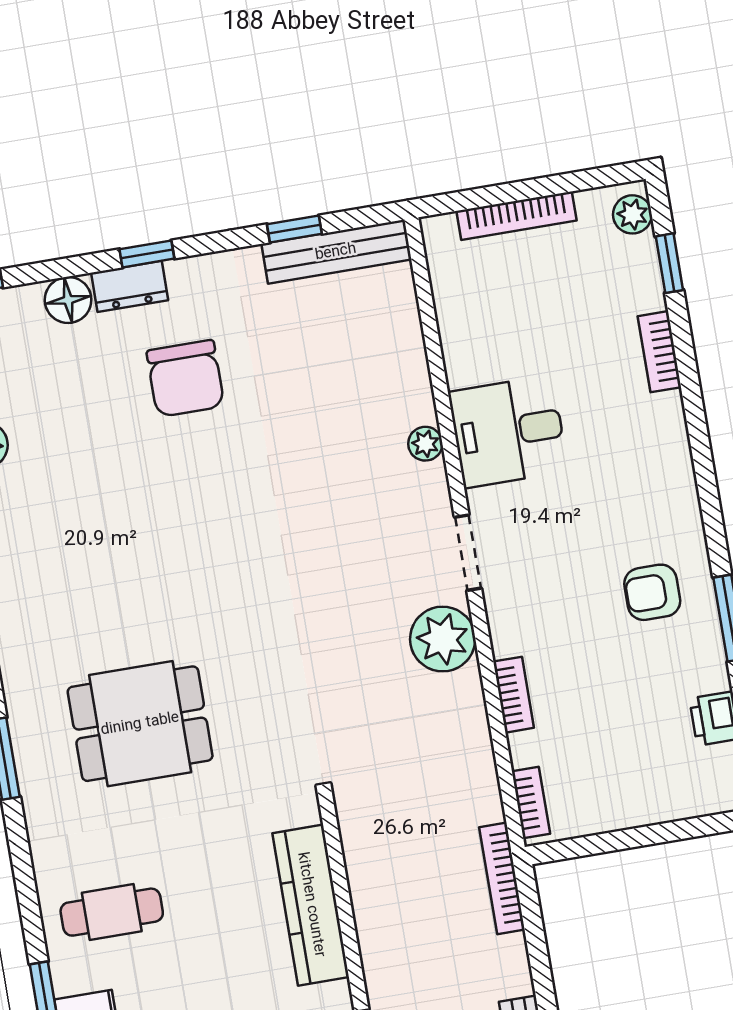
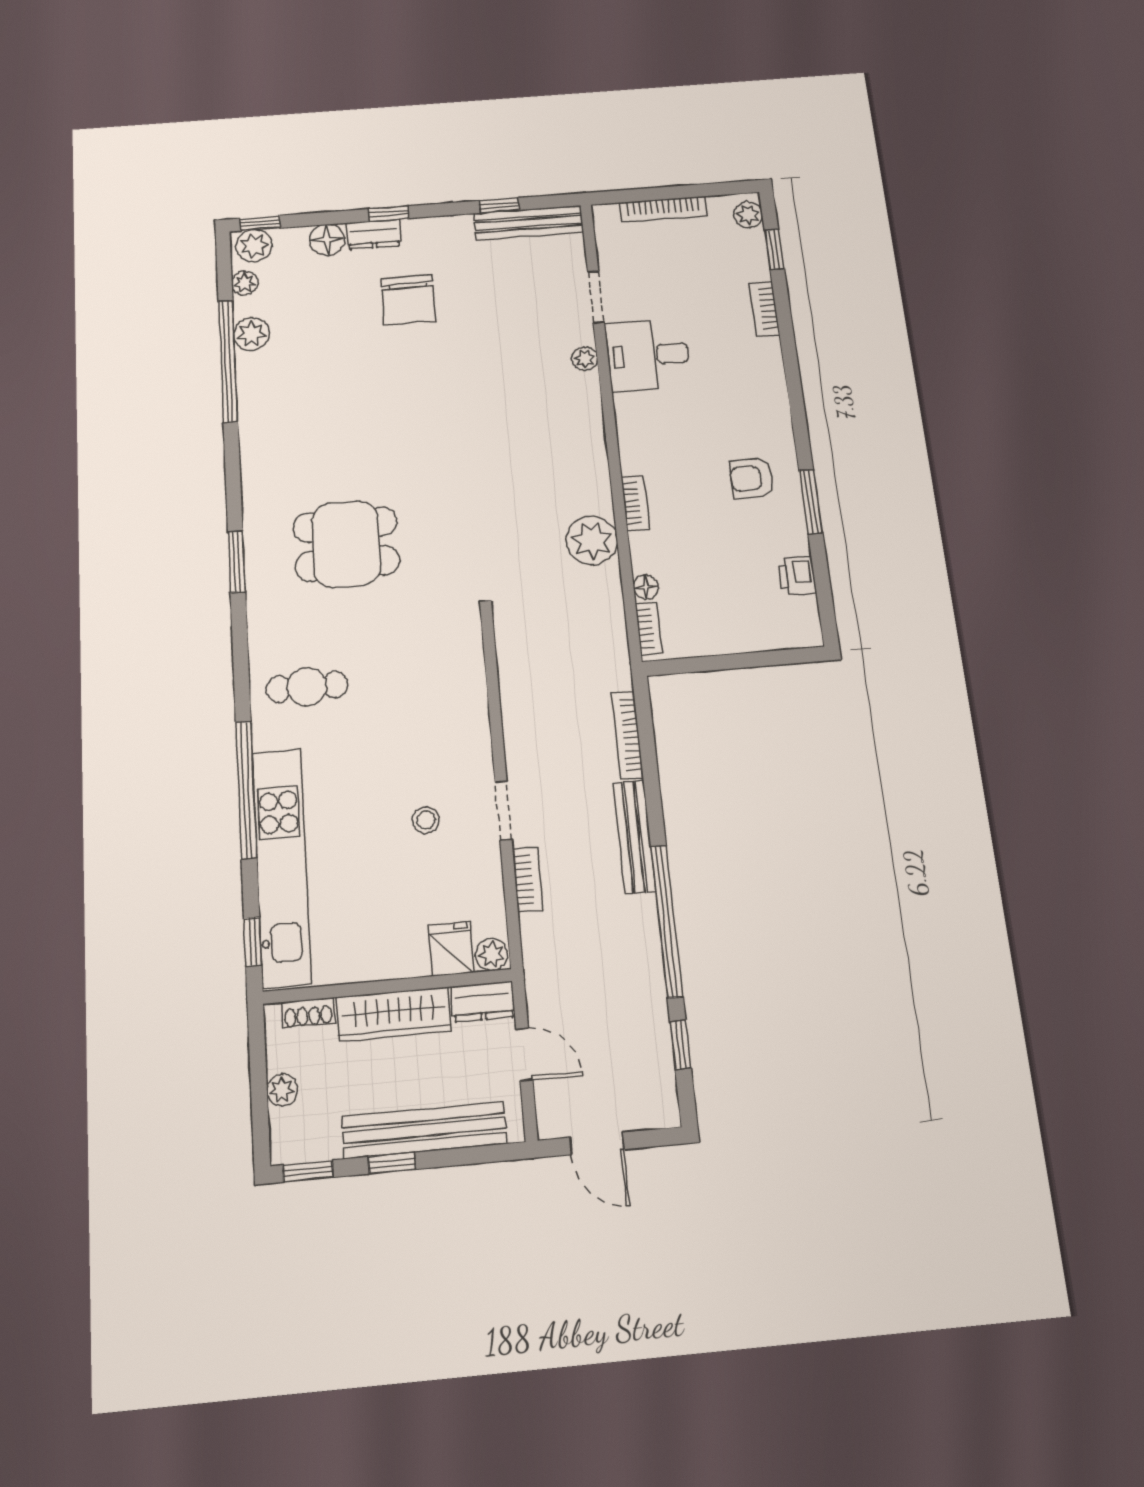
doorway: (468, 553) -> (596, 297), moved
plant: (443, 639) -> (592, 541), moved
bookcase: (514, 695) -> (635, 503), moved
floor lamp: (524, 749) -> (646, 587), added
bookcase: (502, 878) -> (627, 735), moved
kitchen counter: (311, 905) -> (467, 694), removed

